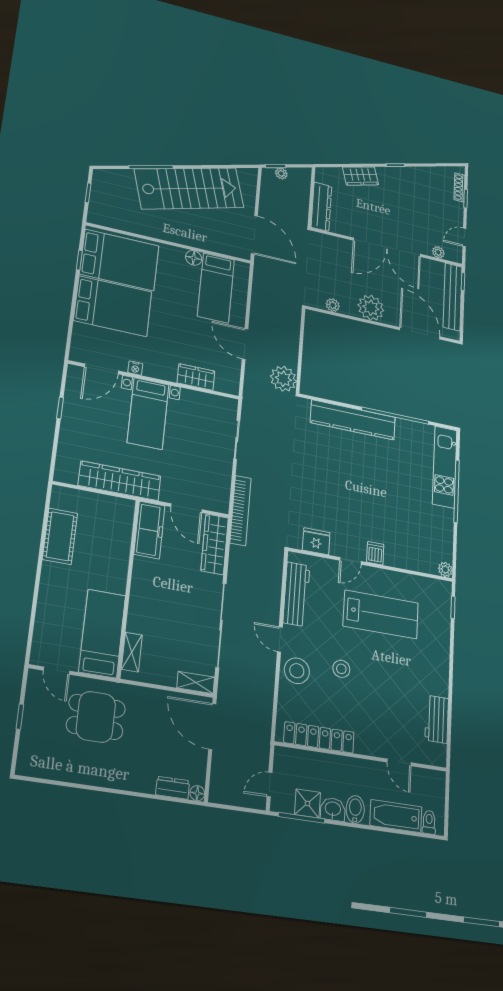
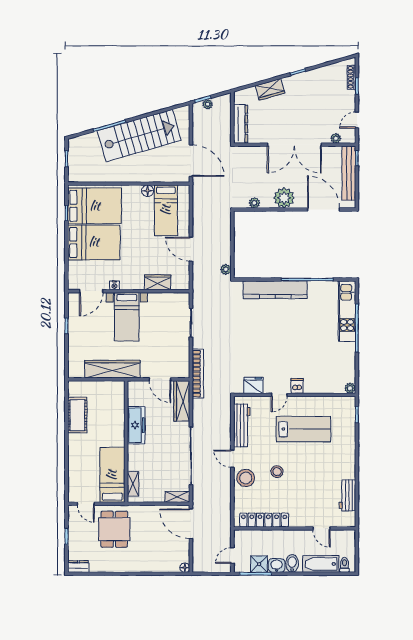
plant: (283, 379) -> (226, 269), width x0.53, depth x0.53
freezer: (149, 530) -> (136, 425), moved
dining table: (96, 717) -> (114, 529), turned 90
dresser: (173, 788) -> (78, 567), moved

